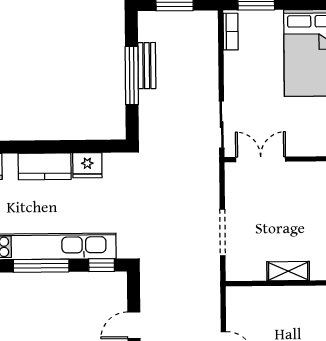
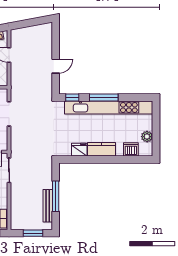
bench: (147, 66) -> (48, 206), width x1.36

